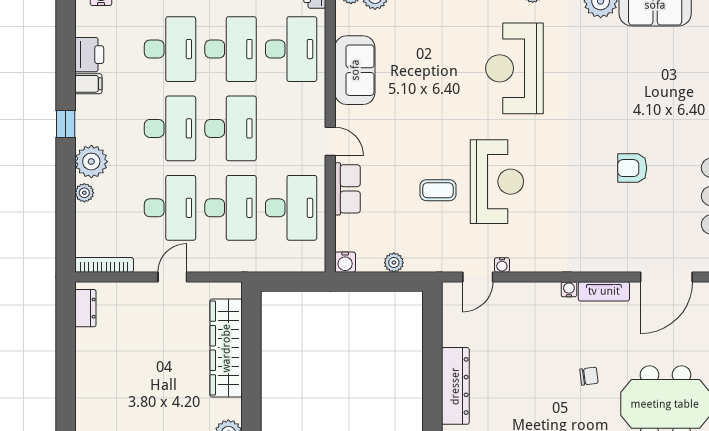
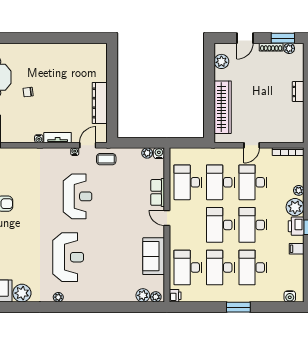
printer: (89, 55) -> (296, 226), moved
reception desk: (497, 182) -> (77, 196), turned 180
coffee table: (438, 190) -> (106, 159), moved
plant: (394, 263) -> (147, 153), moved
tv unit: (604, 291) -> (58, 138), moved
dresser: (85, 308) -> (298, 91), moved
dresser: (455, 386) -> (100, 103), moved

